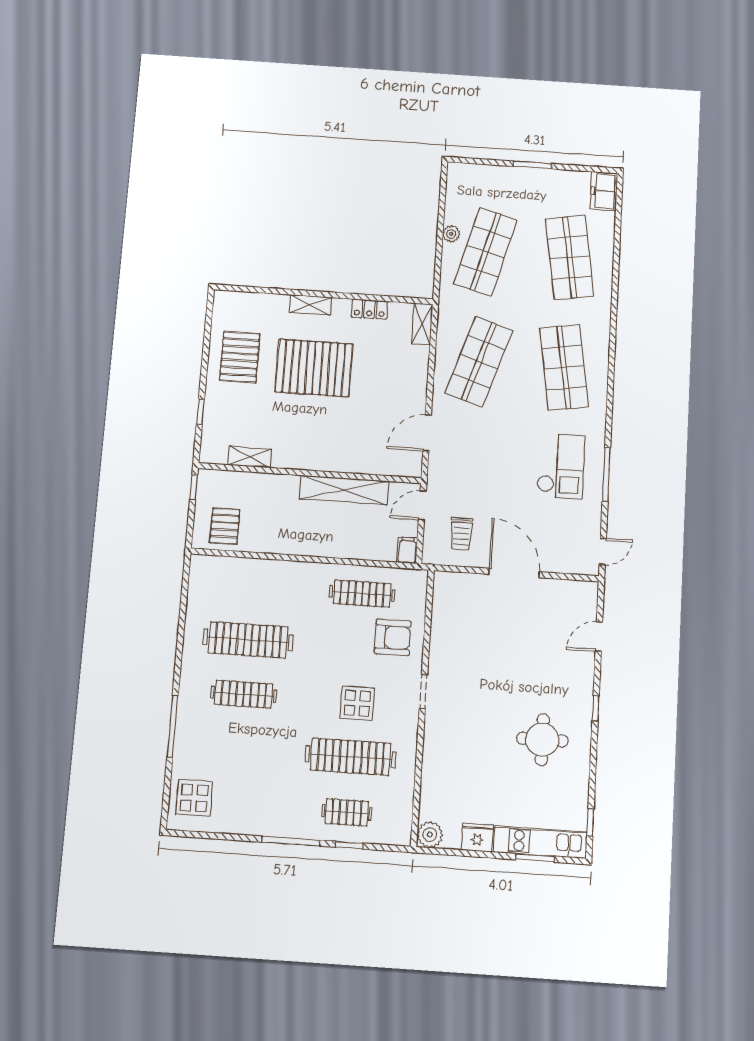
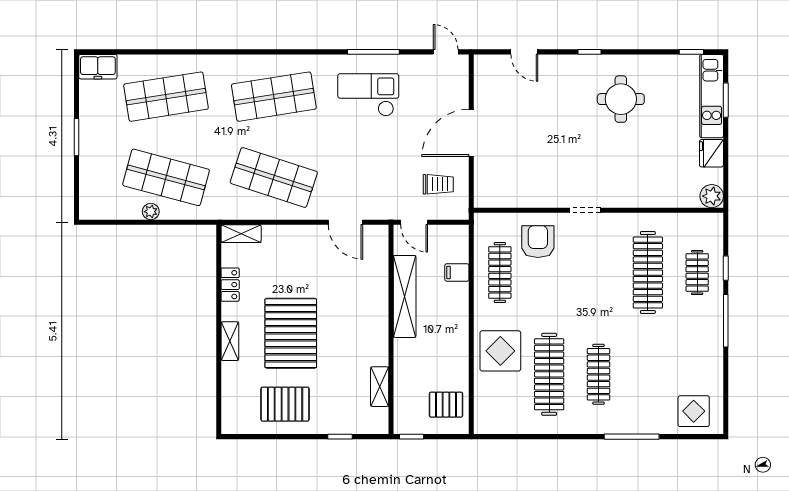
filing cabinet: (407, 550) -> (457, 272), moved
display table: (357, 703) -> (500, 351), moved, width x1.36, depth x1.36

